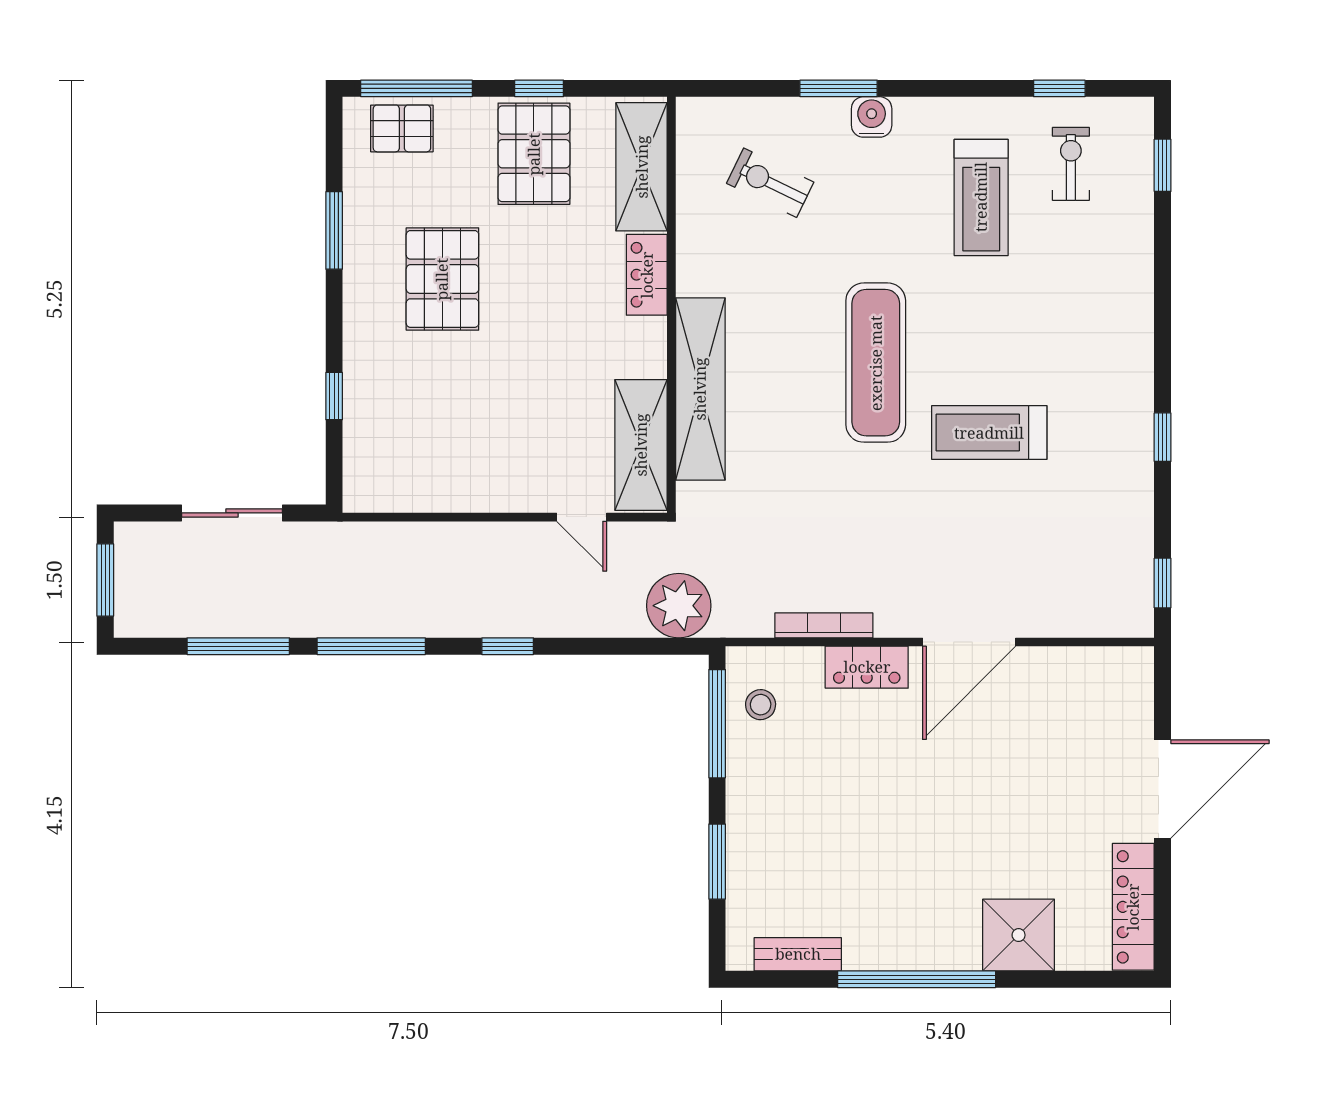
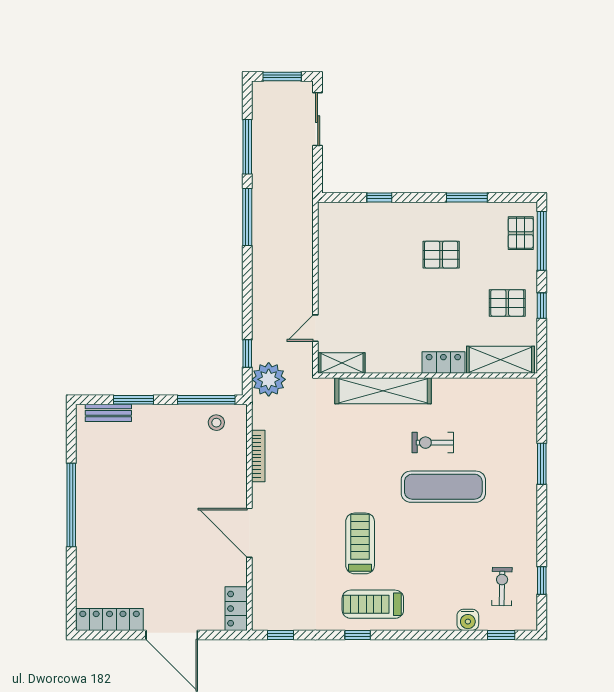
water cooler: (872, 117) -> (468, 620), moved, turned 90
pallet: (534, 154) -> (507, 303), width x0.67, depth x0.71
exercise bike: (1071, 164) -> (502, 587), turned -89
exercise bike: (770, 183) -> (433, 443), moved, turned -116
treadmill: (981, 197) -> (373, 604), moved
pallet: (442, 279) -> (441, 255), width x0.67, depth x0.71
exercise mat: (876, 363) -> (443, 487), moved
shelving: (641, 445) -> (342, 363), width x0.67, depth x0.75
sliding door: (232, 513) -> (318, 119), moved
window: (508, 646) -> (247, 354), moved
locker: (867, 667) -> (236, 609), moved
shower: (1019, 935) -> (95, 559), removed
bench: (798, 954) -> (108, 413), moved, turned 90

